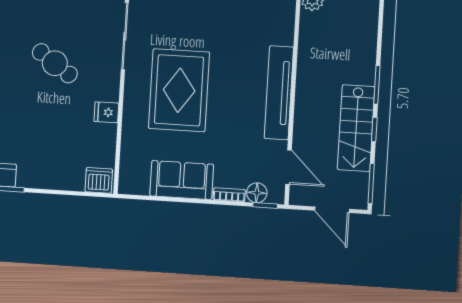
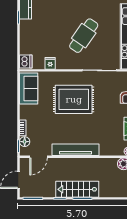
cafe table: (55, 63) -> (84, 36), width x1.37, depth x1.35
fridge: (106, 112) -> (50, 63), moved
stairs: (356, 128) -> (77, 189), moved
sofa: (182, 180) -> (29, 89), moved

